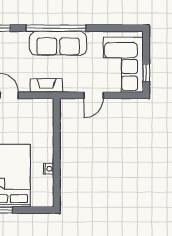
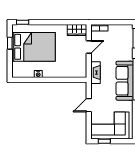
door: (94, 95) -> (89, 105), hinge flipped

